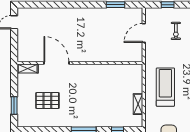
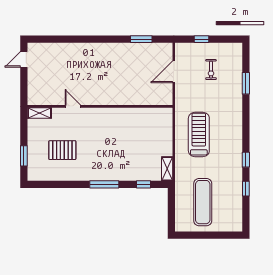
door: (57, 63) -> (73, 106), width x0.53
shelving: (138, 104) -> (167, 169), moved

